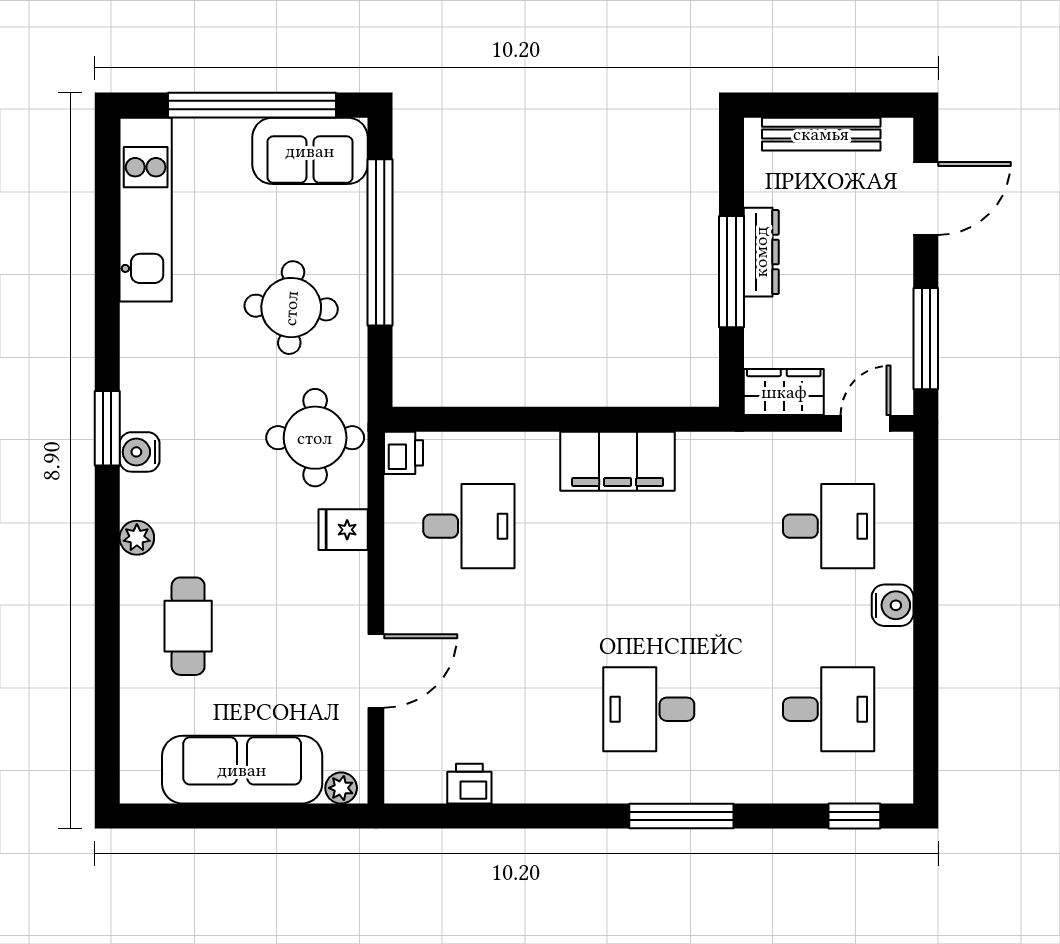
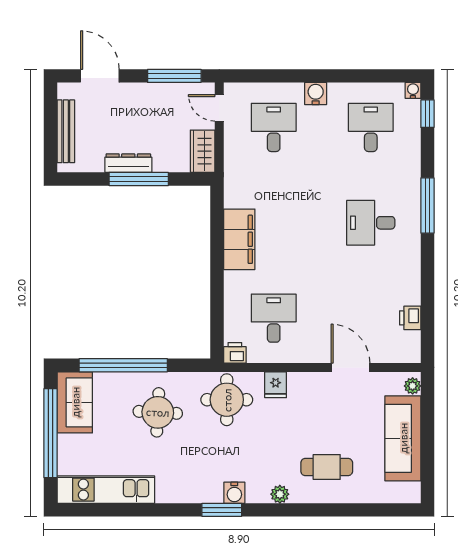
desk: (649, 709) -> (371, 223), turned 90
water cooler: (898, 789) -> (413, 90), added

